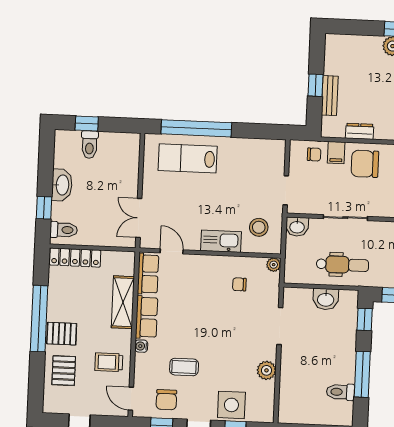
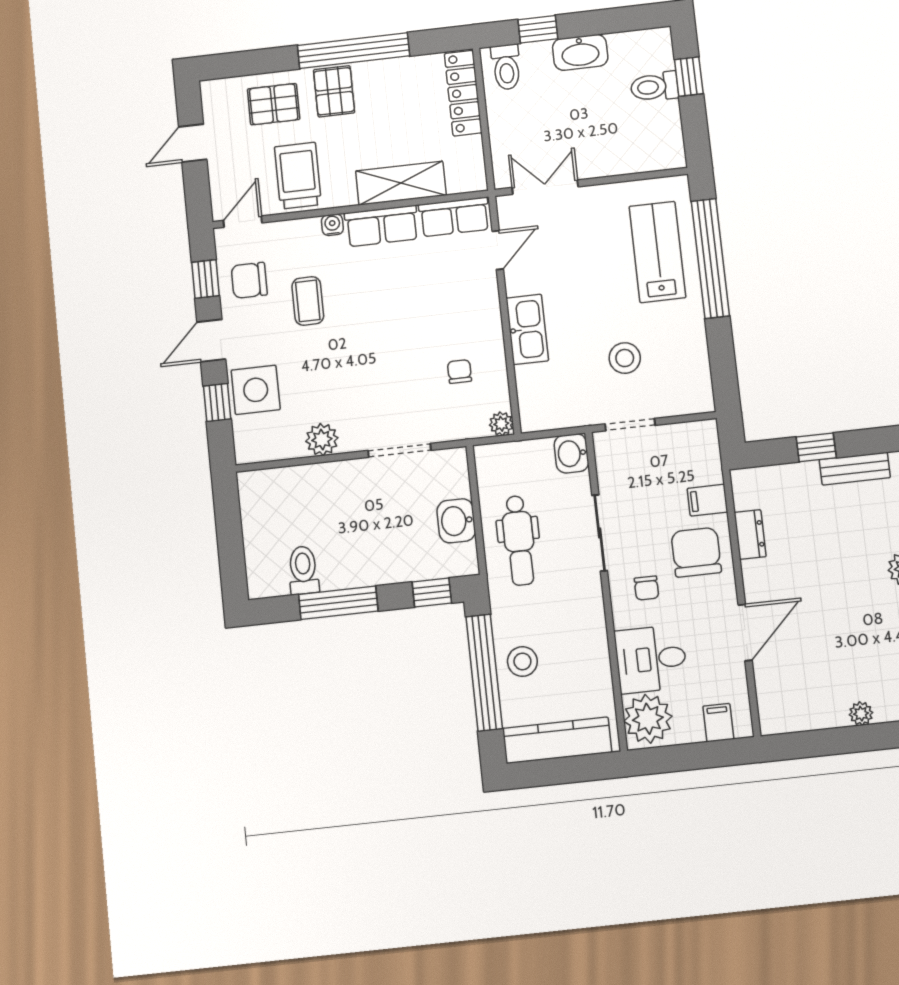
bench: (330, 96) -> (855, 469), moved
chair: (314, 154) -> (647, 588), moved
stool: (259, 227) -> (625, 358), moved
trolley: (109, 362) -> (298, 176), width x1.36, depth x1.39

